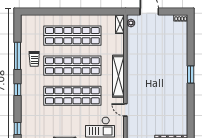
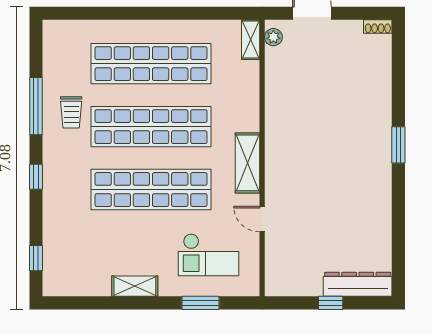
shelving: (118, 76) -> (247, 163), width x0.68

